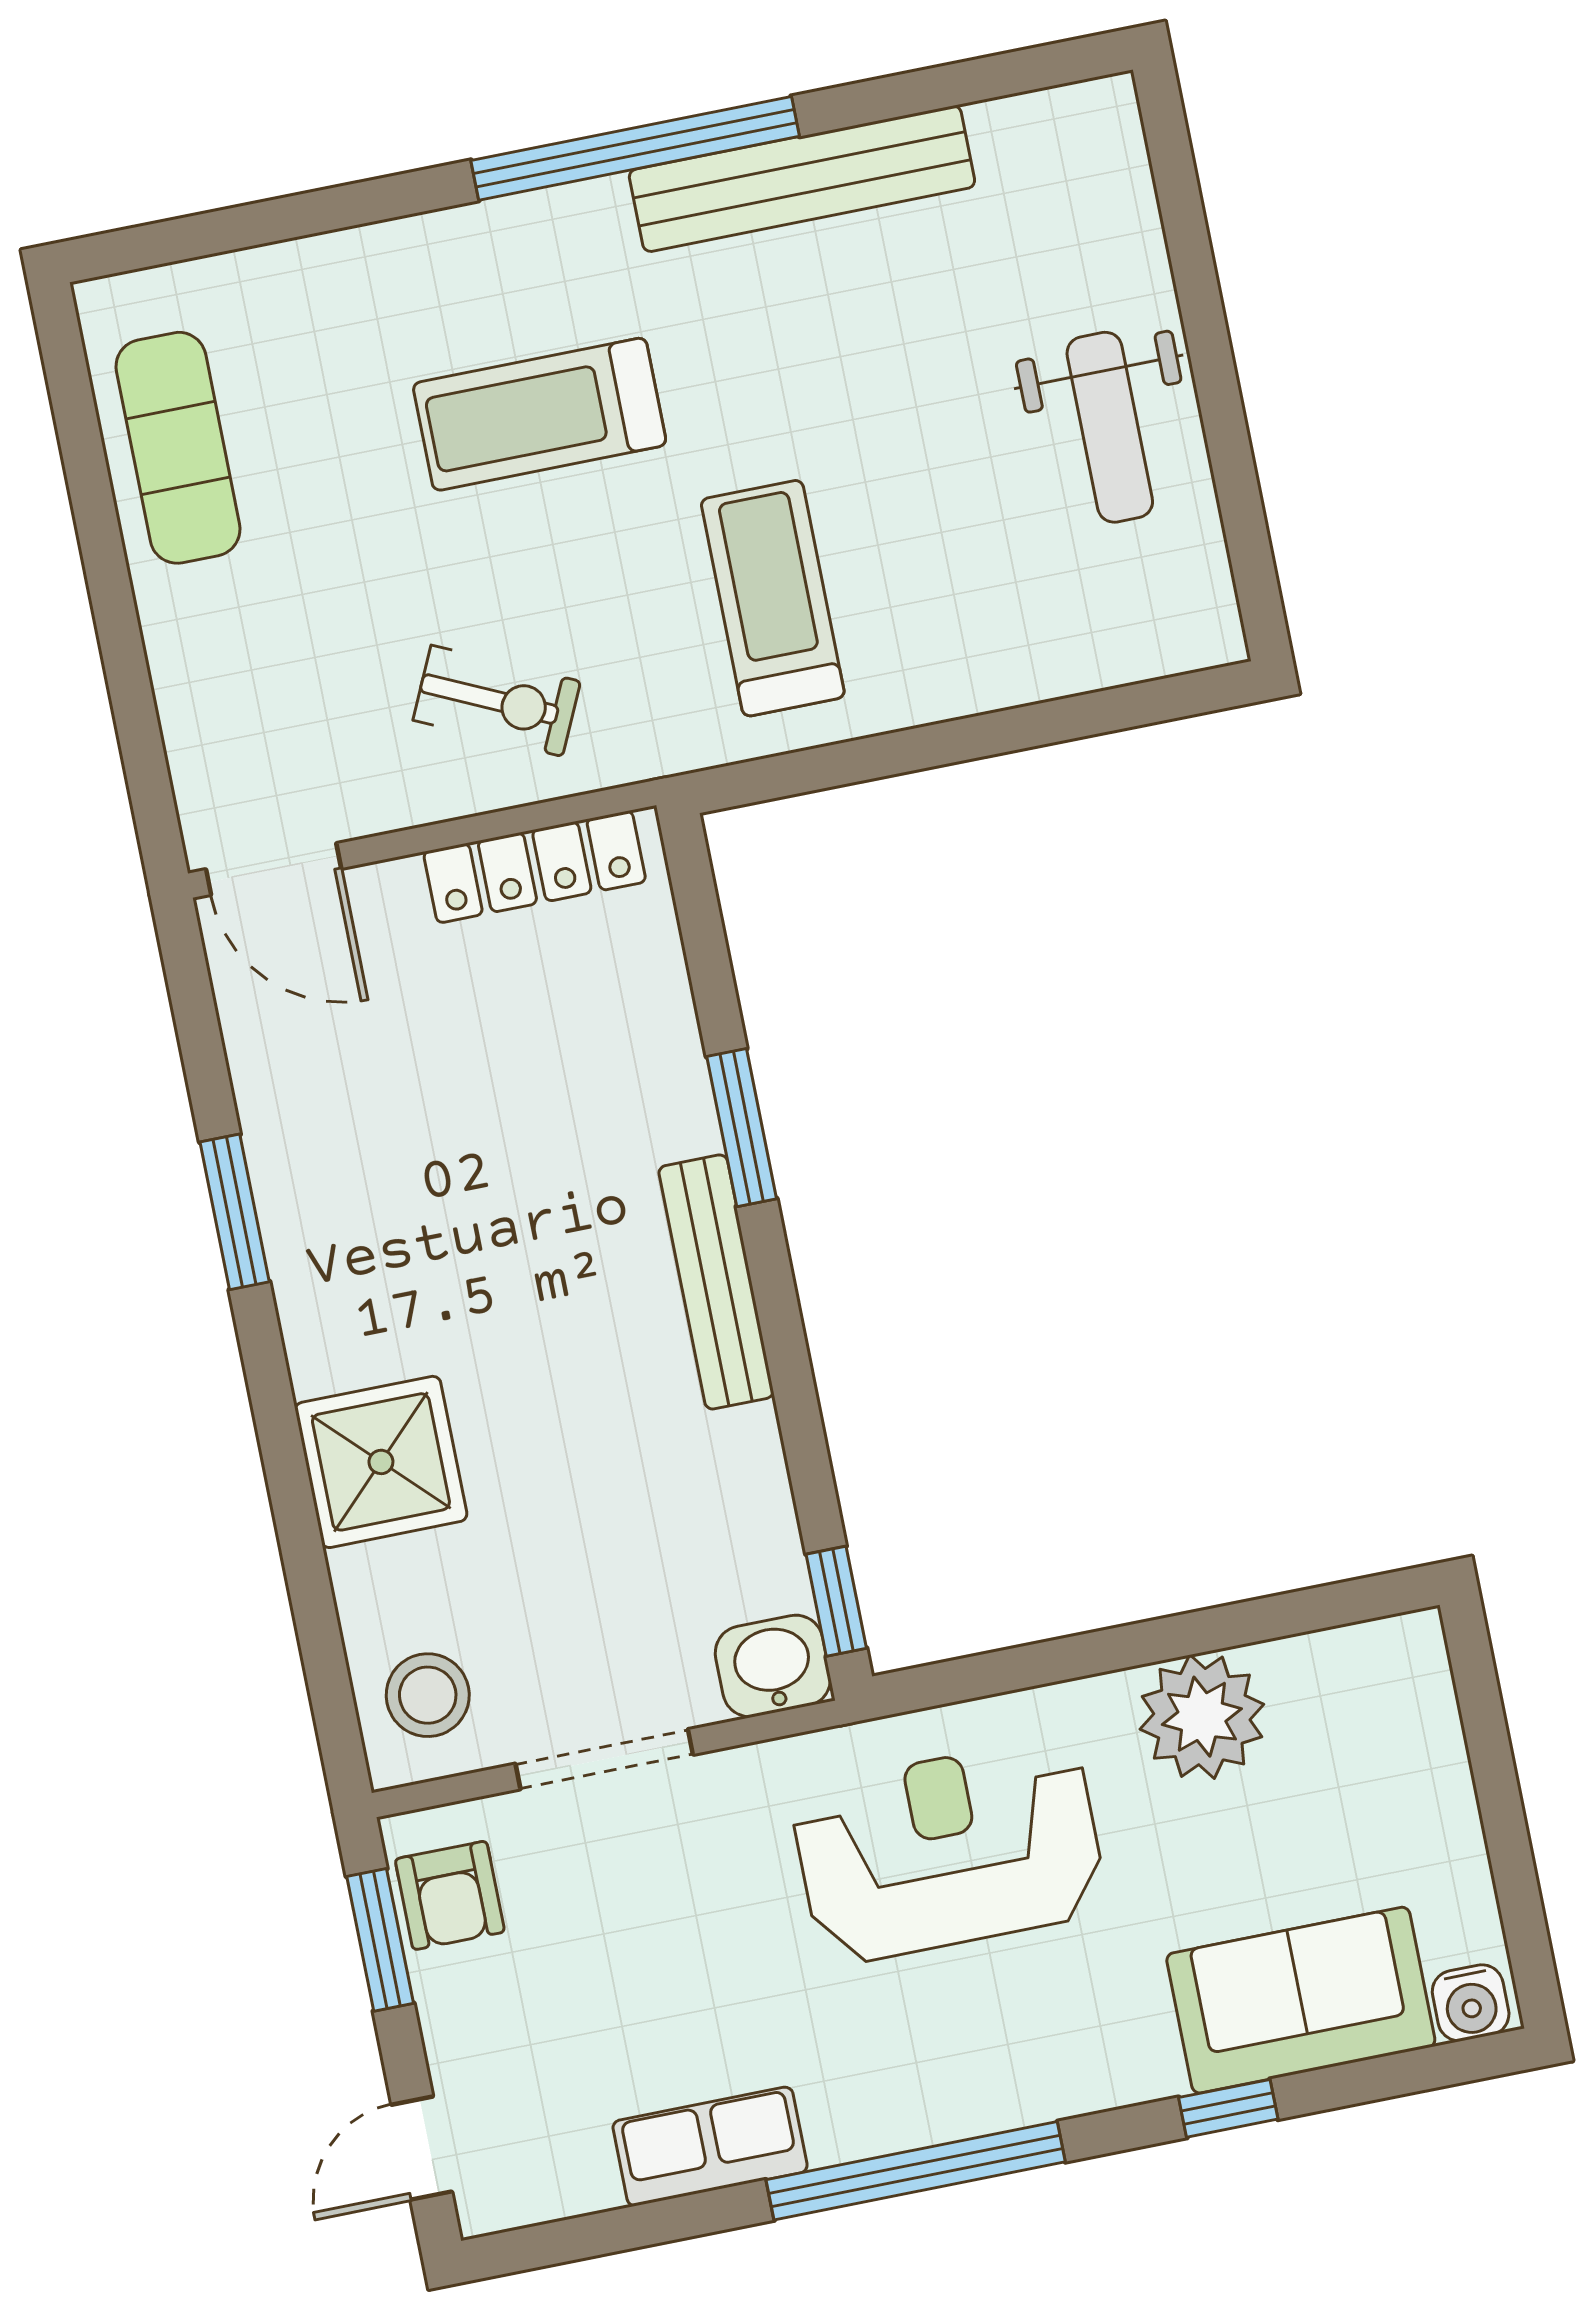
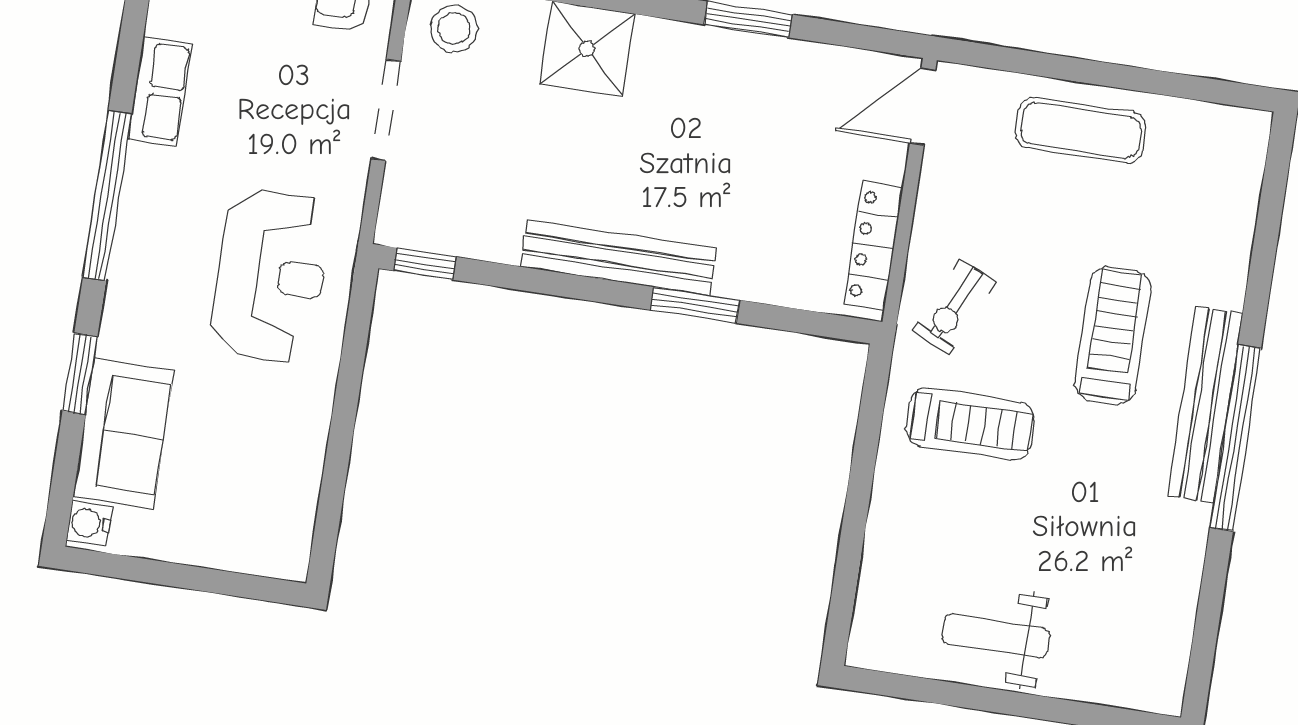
bench: (802, 179) -> (1205, 405), moved
exercise mat: (178, 448) -> (1081, 130), moved
exercise bike: (497, 701) -> (954, 307), moved
bench: (716, 1282) -> (618, 258), width x1.37, depth x1.21
washbasin: (773, 1666) -> (403, 218), removed
plant: (1202, 1717) -> (293, 436), removed
window: (1228, 2108) -> (80, 374), width x1.50

